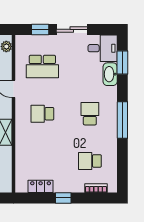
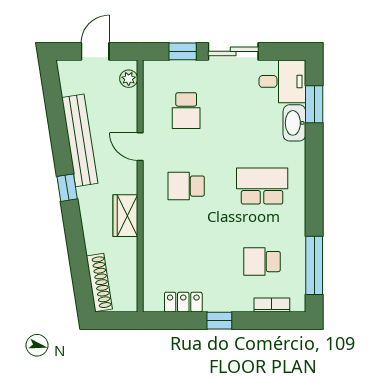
school desk: (42, 66) -> (186, 111), width x0.54
school desk: (90, 114) -> (262, 186), width x1.85
window: (122, 120) -> (314, 265), moved

